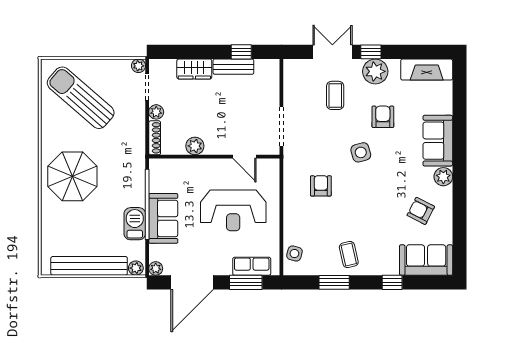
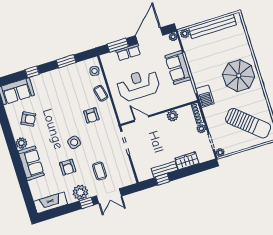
barbecue: (135, 224) -> (205, 96), moved
coffee table: (349, 255) -> (101, 93), moved
row of seats: (252, 266) -> (128, 52), moved

